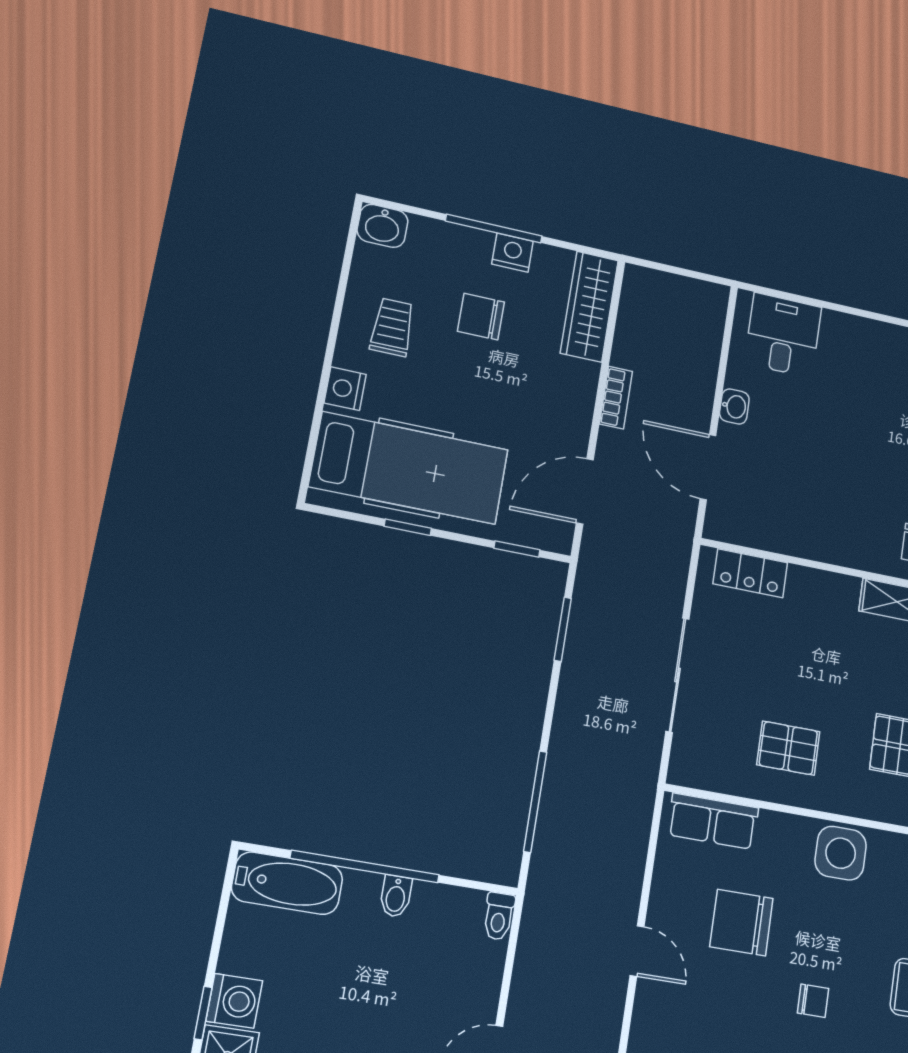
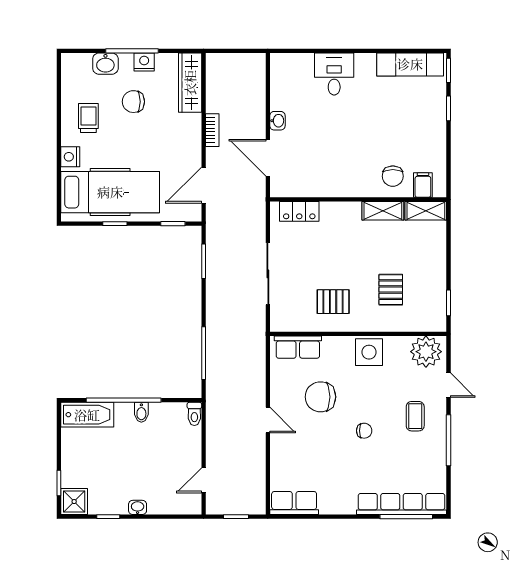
washbasin: (383, 226) -> (105, 64), moved
desk: (783, 335) -> (334, 74), moved
washing machine: (234, 1001) -> (73, 475), removed

